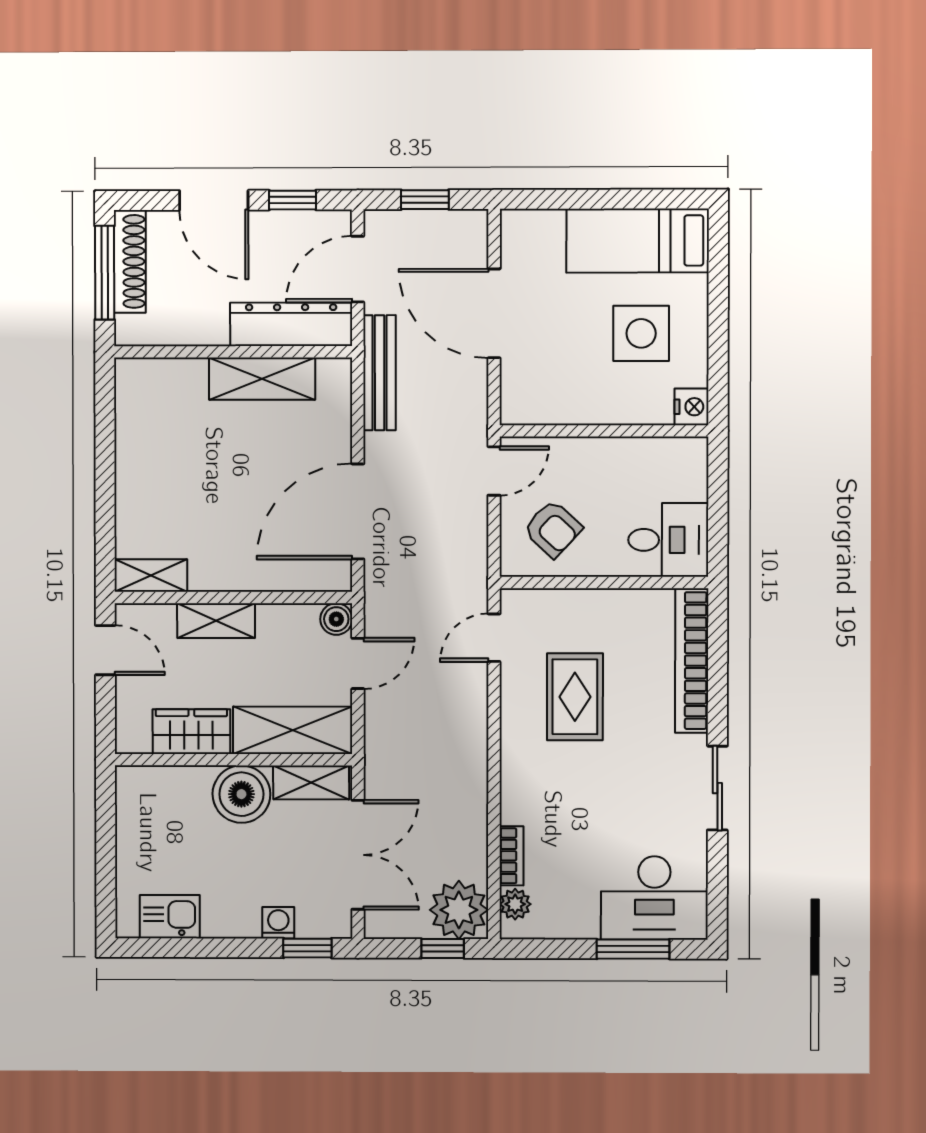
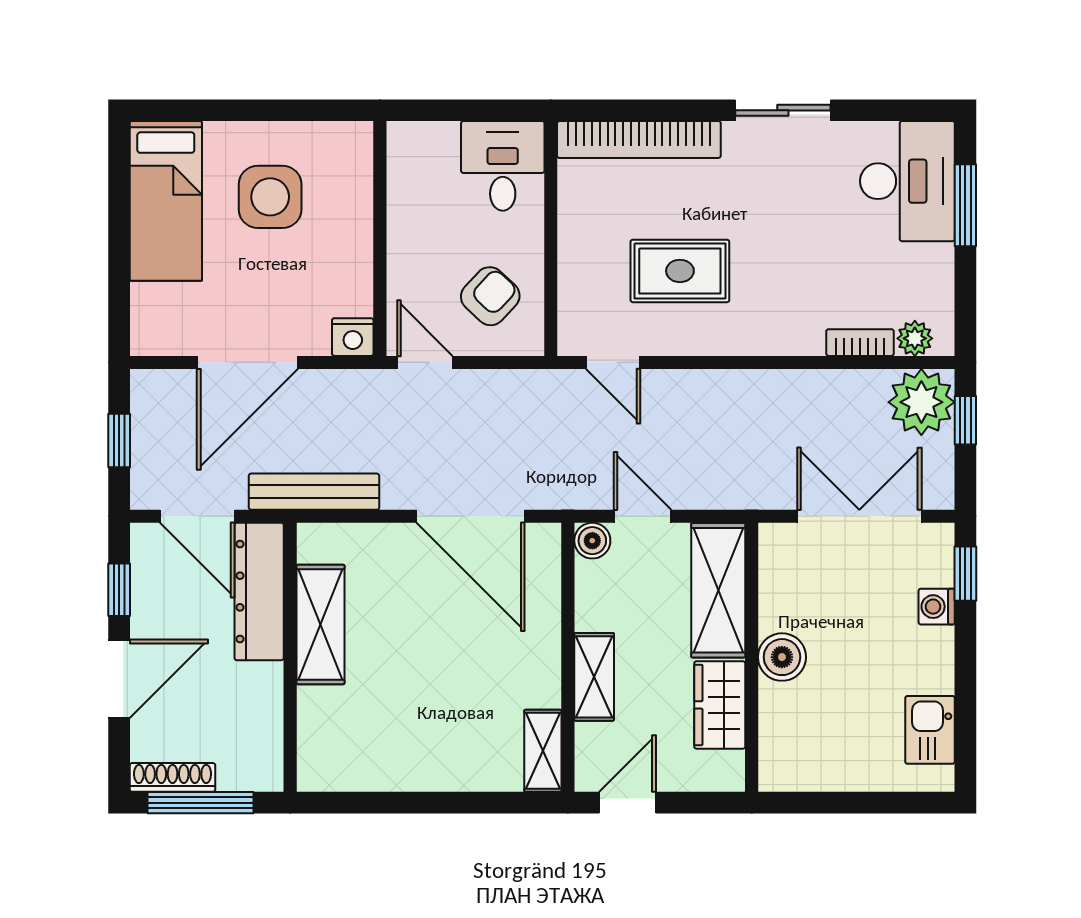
shoe rack: (130, 261) -> (173, 777), width x0.74, depth x0.81
nightstand: (692, 407) -> (353, 337), moved, turned 180
shelving: (311, 782) -> (777, 569), removed
boiler: (241, 794) -> (782, 657), width x0.73, depth x0.73

